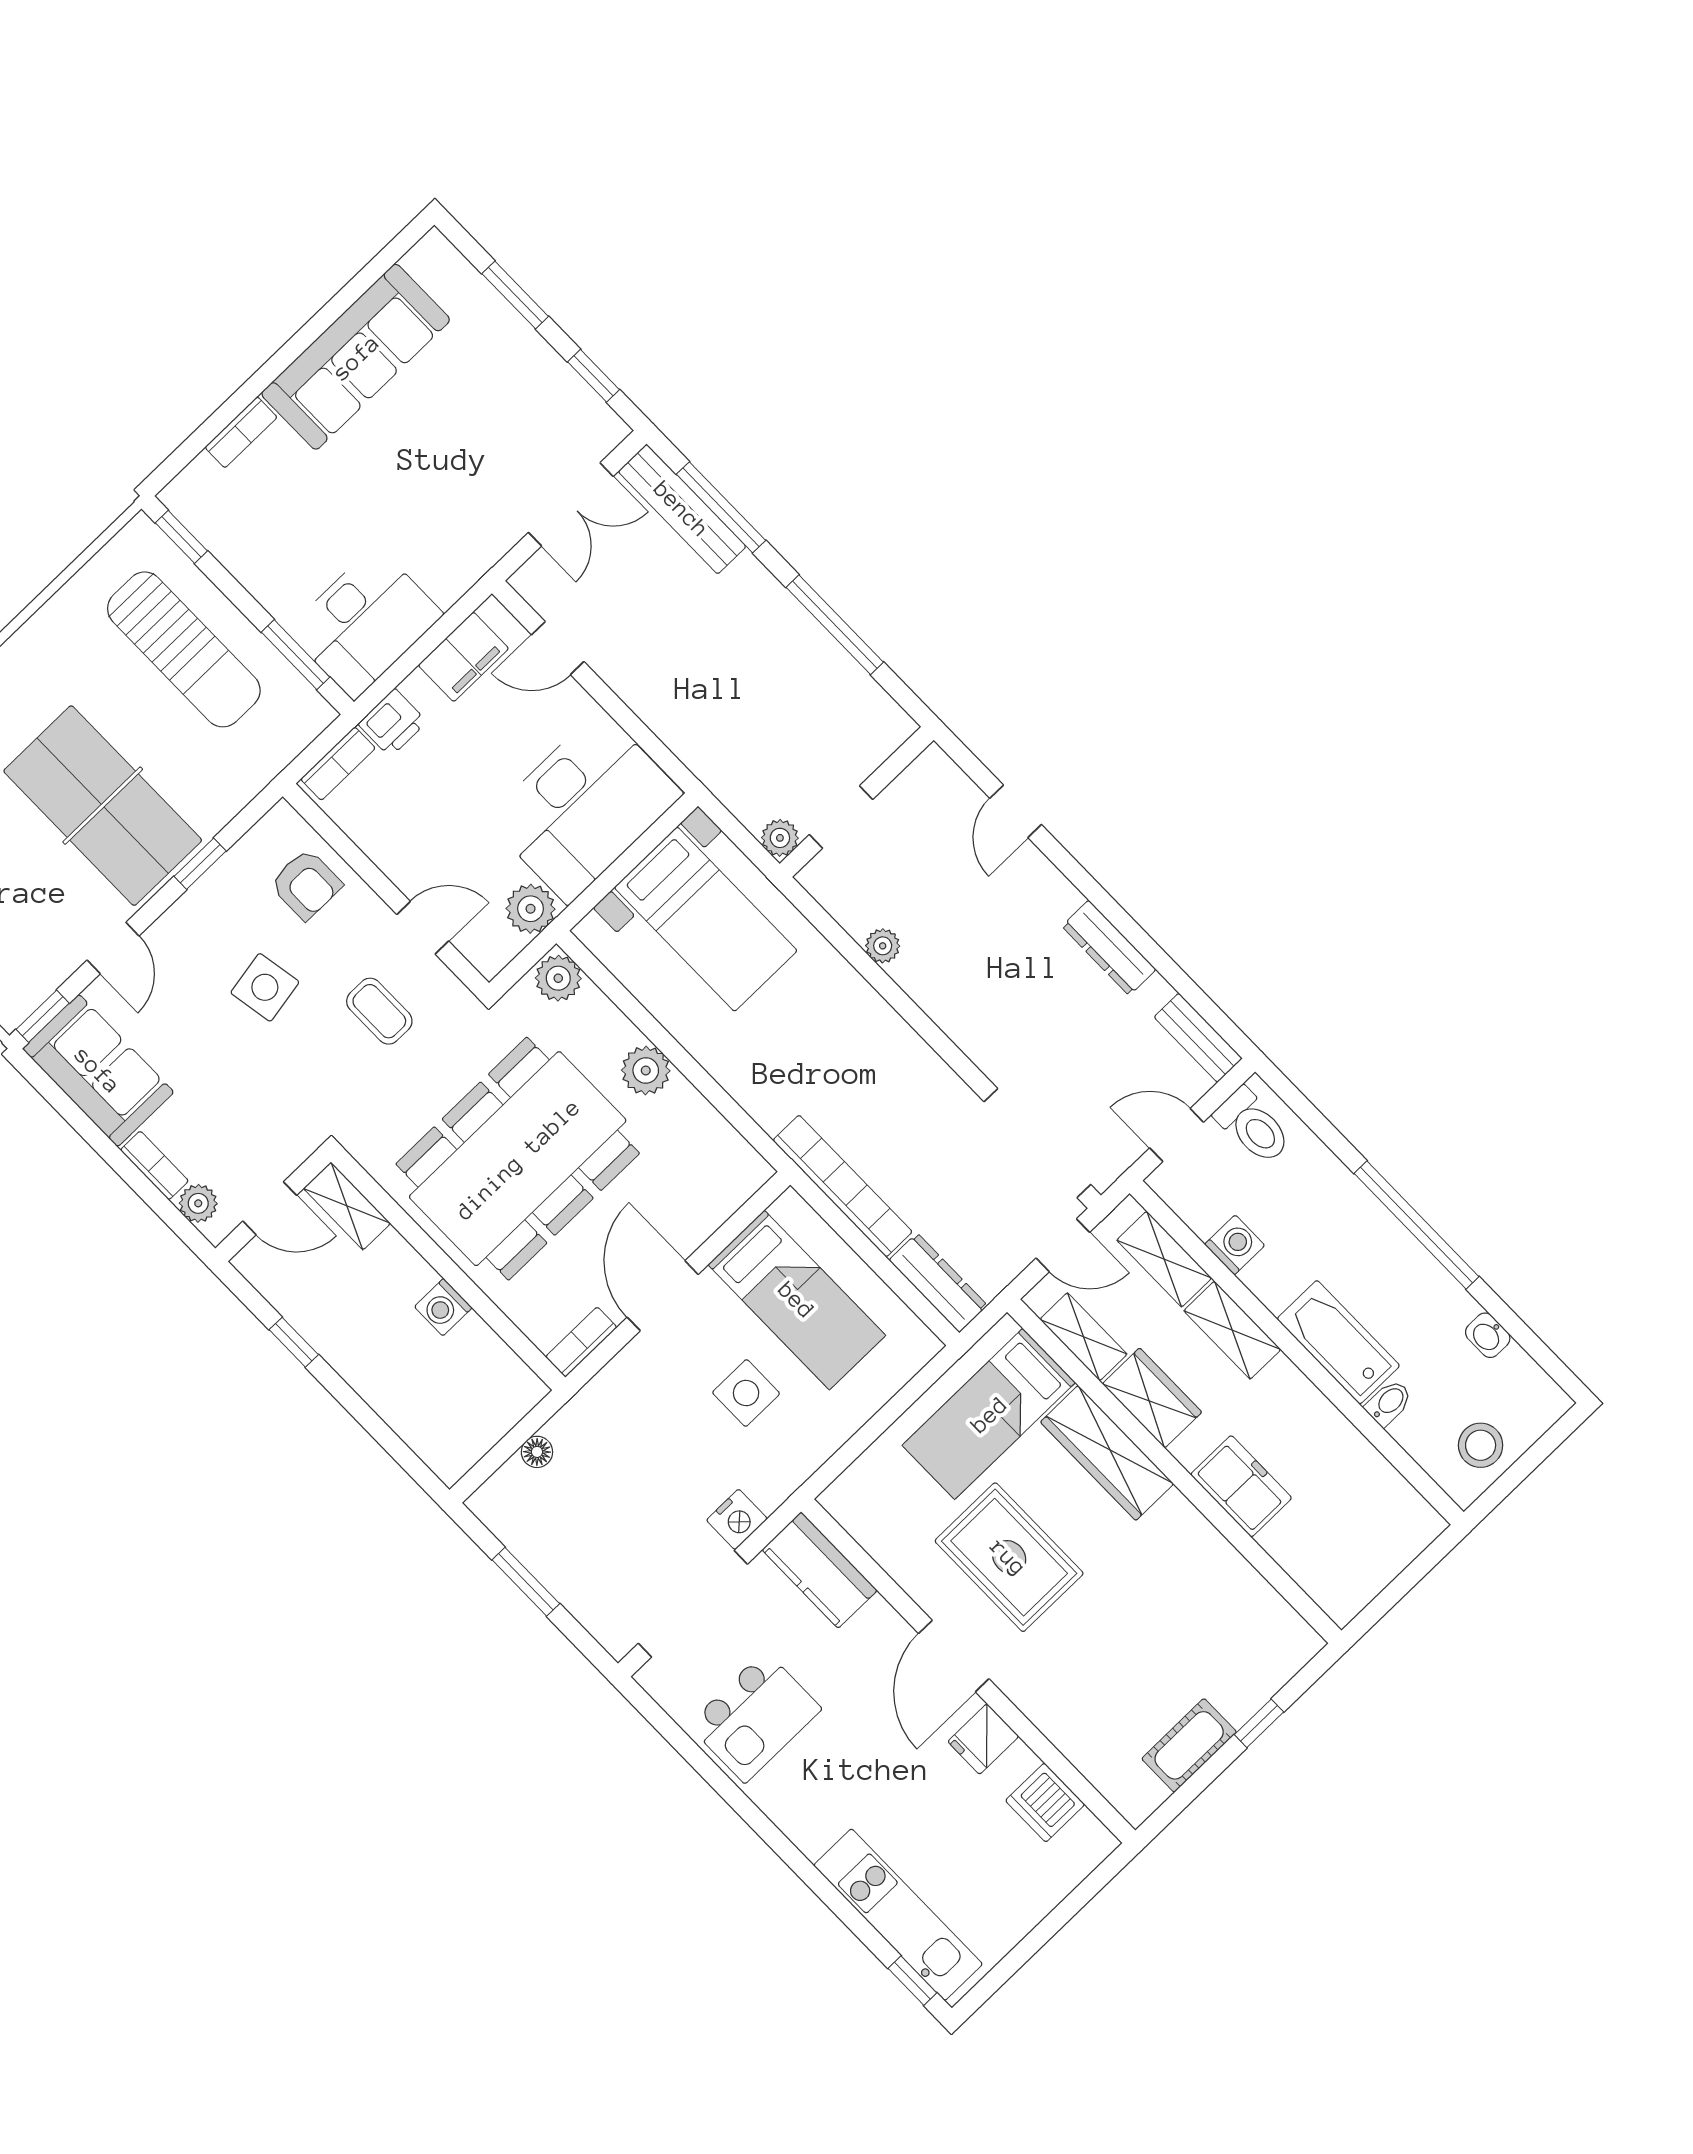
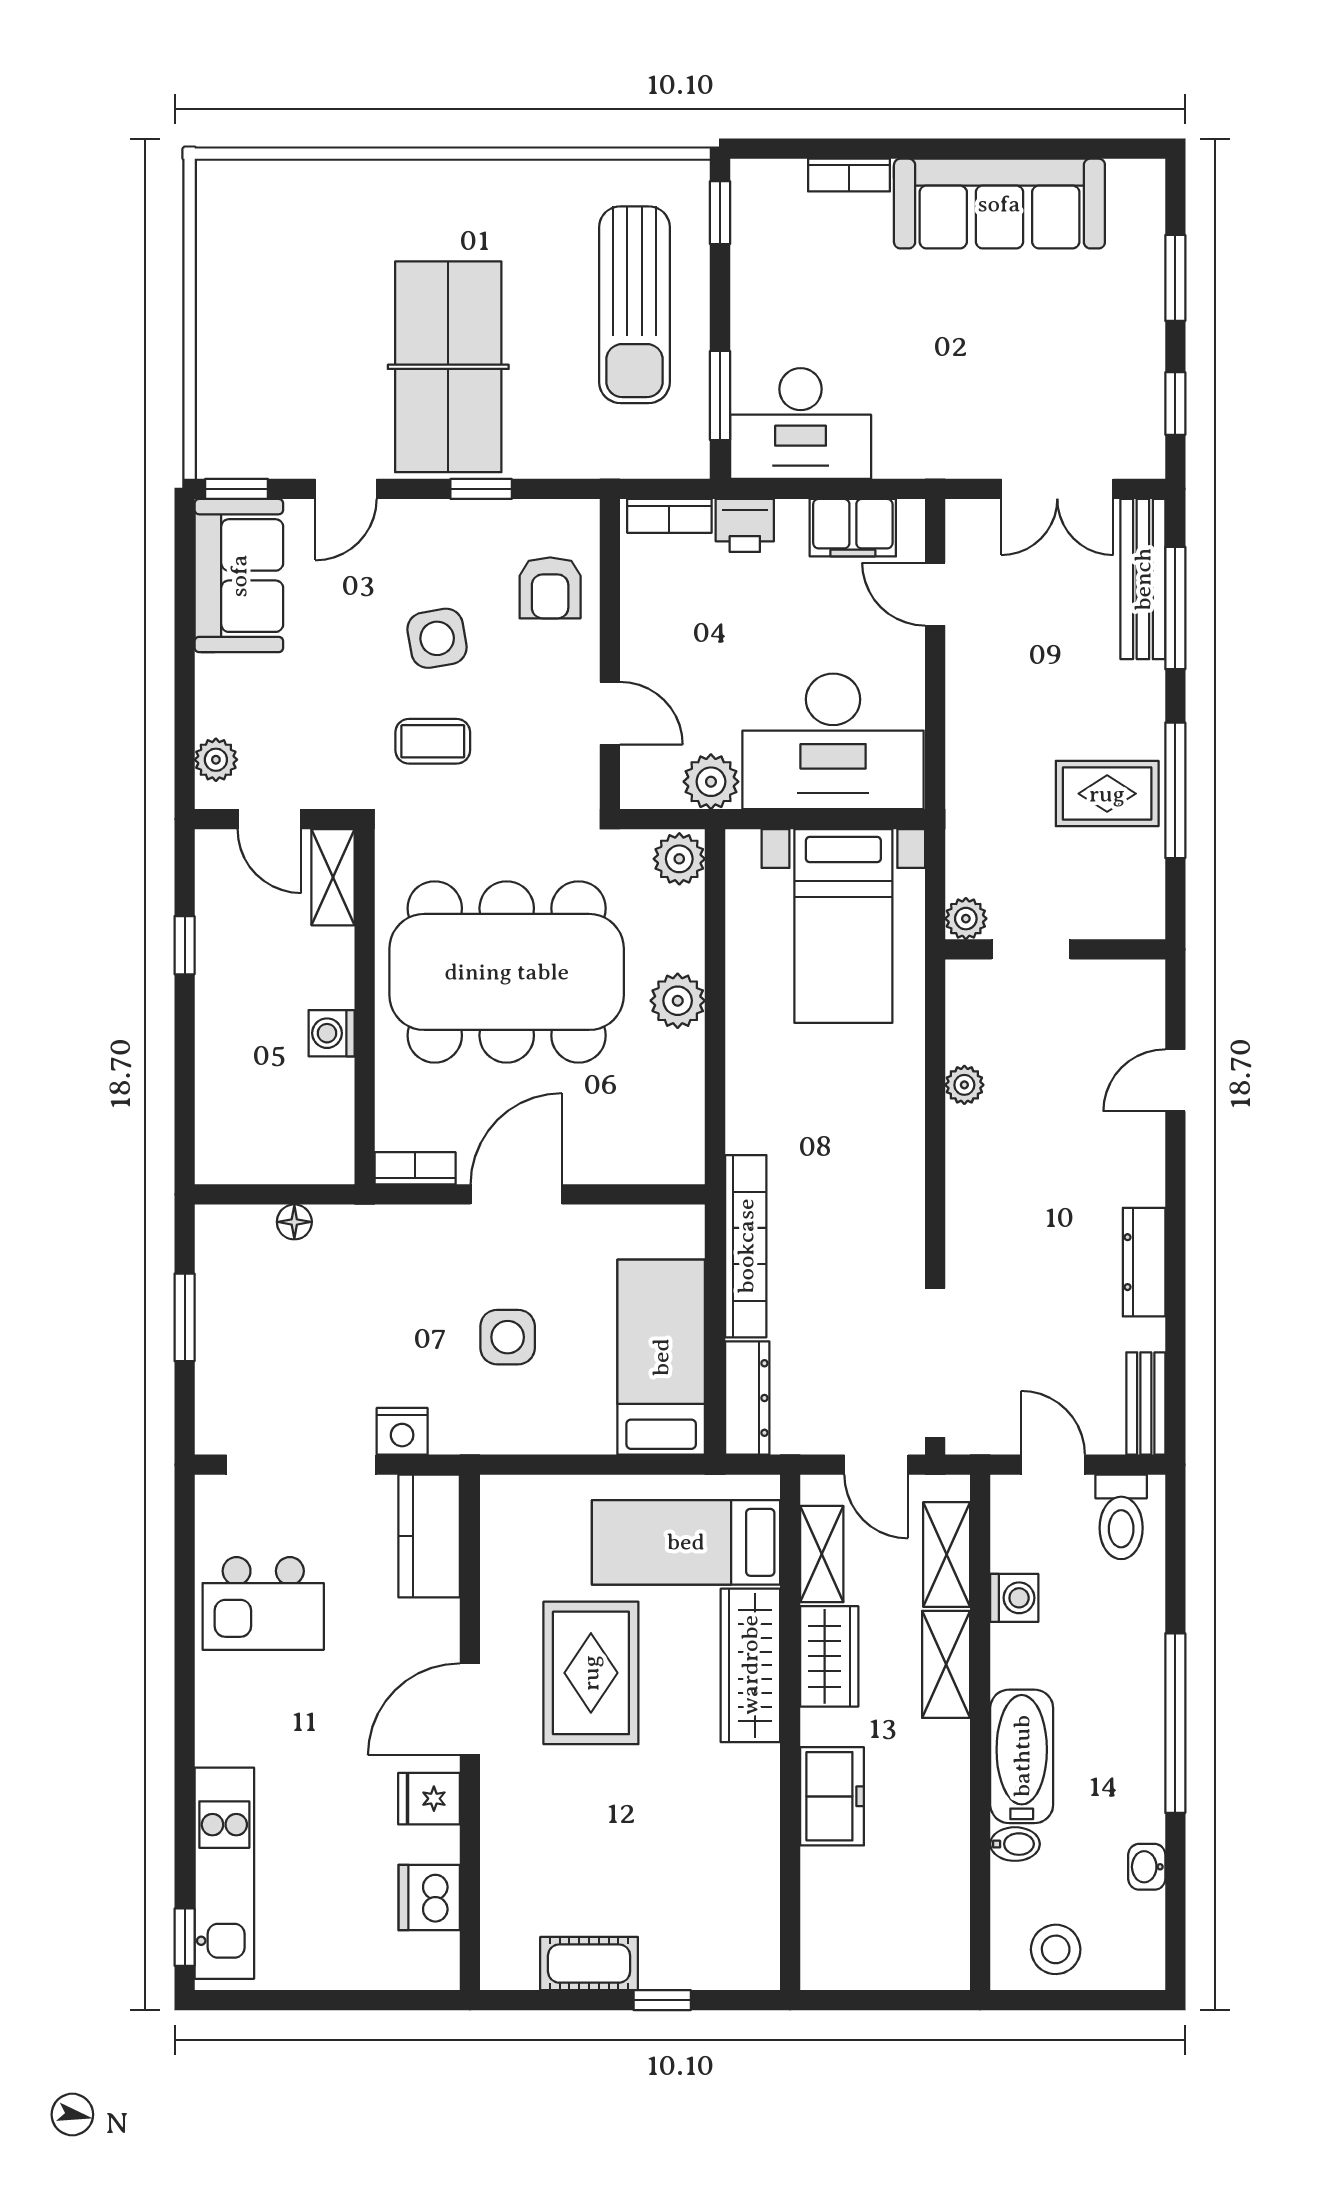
rug: (793, 669) -> (1107, 794), added
coffee table: (379, 1011) -> (433, 741), moved, turned 90
bookcase: (154, 1165) -> (210, 695), removed
bed: (797, 1300) -> (661, 1357), moved, turned 180

